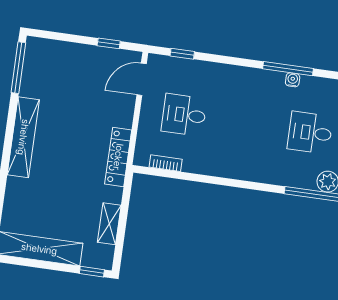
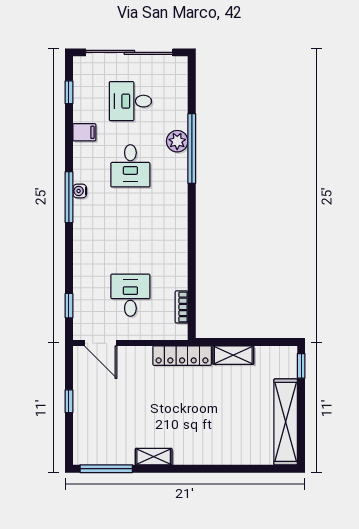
window: (109, 43) -> (69, 401), moved
desk: (184, 115) -> (130, 295), turned 180
shelving: (23, 137) -> (154, 457), width x0.45, depth x0.75
shelving: (109, 224) -> (233, 355), moved

